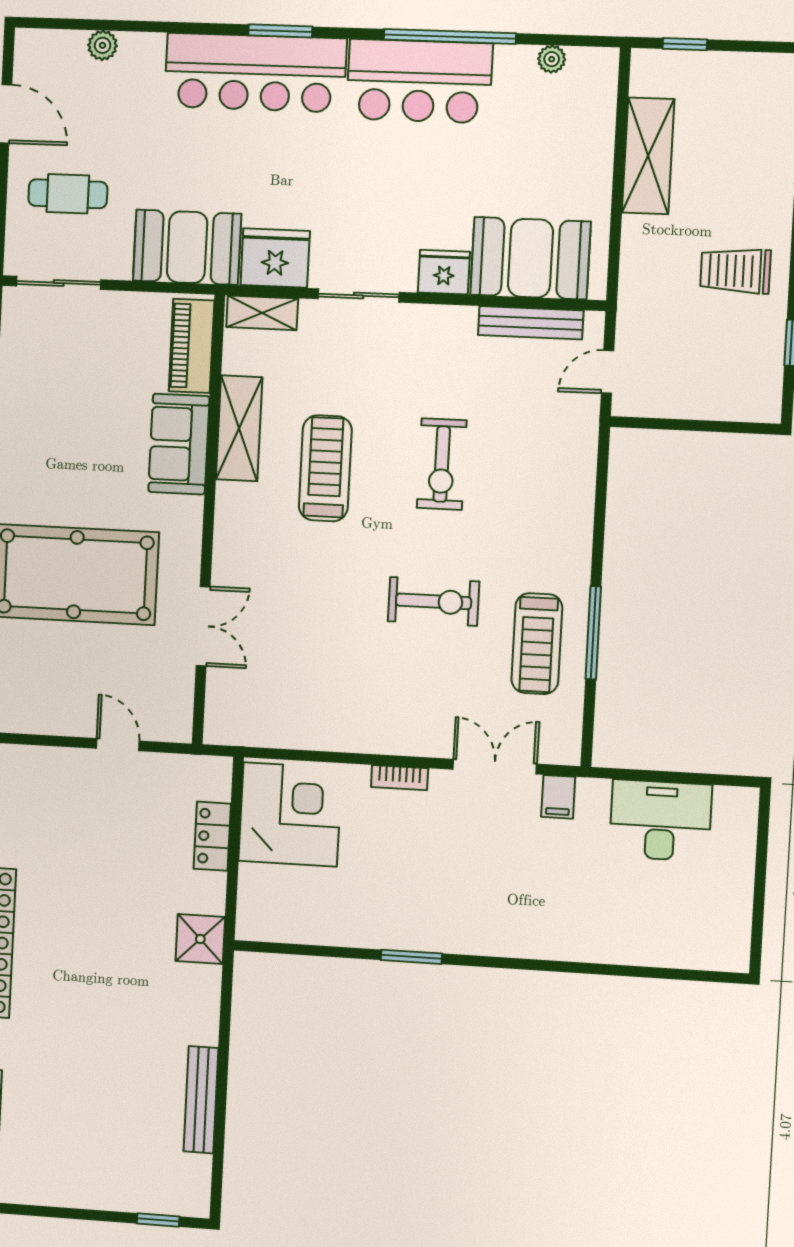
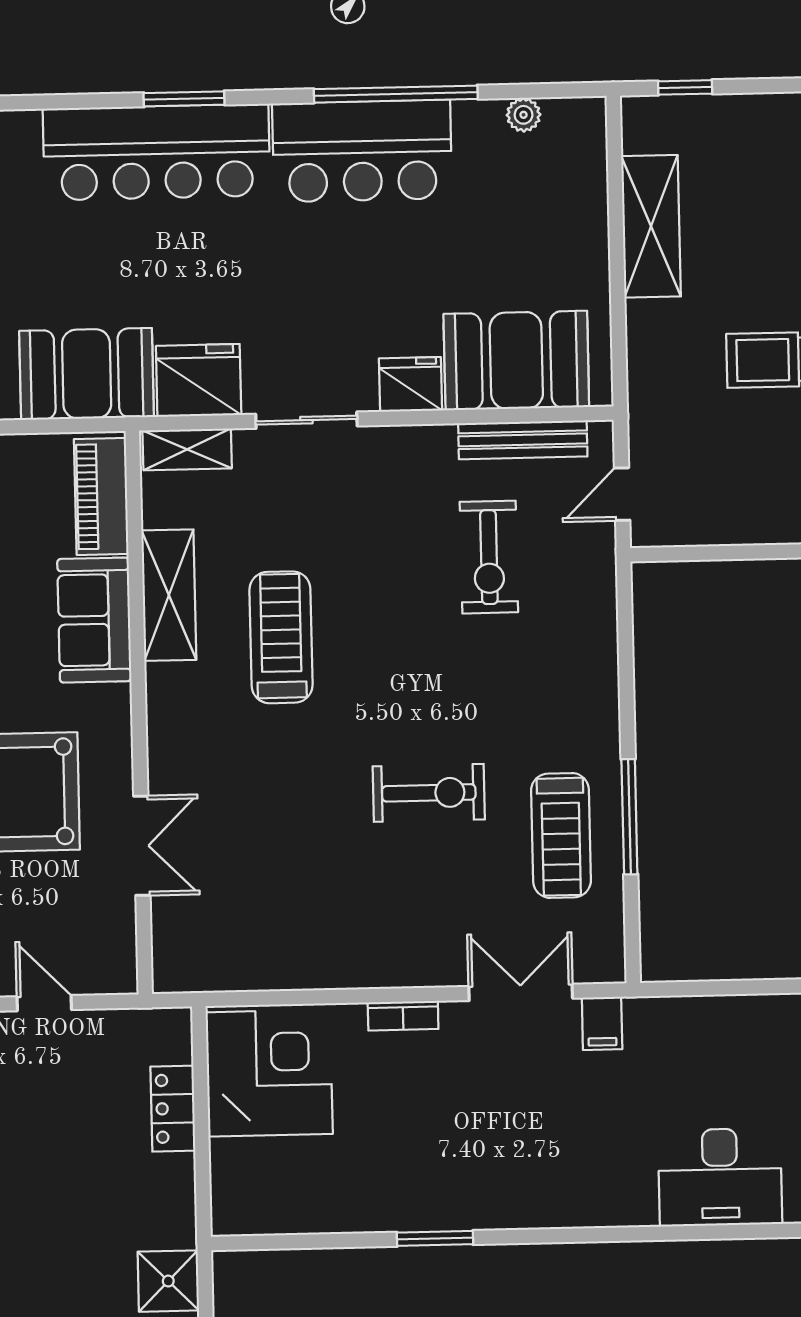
exercise bike: (442, 464) -> (489, 557), moved
desk: (661, 820) -> (720, 1177), moved, turned 180
shower: (200, 939) -> (168, 1281), moved

